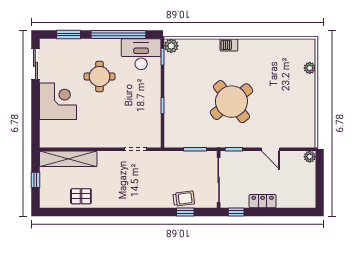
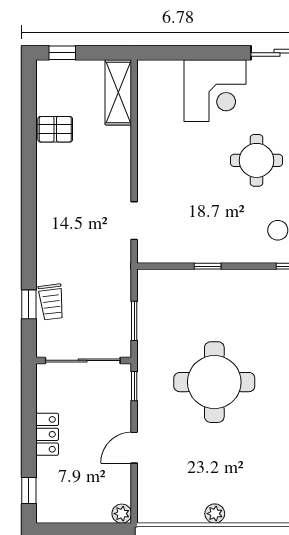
plant: (310, 68) -> (215, 514), moved
round table: (231, 102) -> (214, 382), turned 38
shelving: (68, 159) -> (118, 92), width x0.68
window: (35, 180) -> (62, 53), moved
pallet: (81, 196) -> (55, 129), turned 90
window: (236, 212) -> (29, 491), moved

